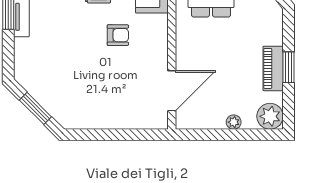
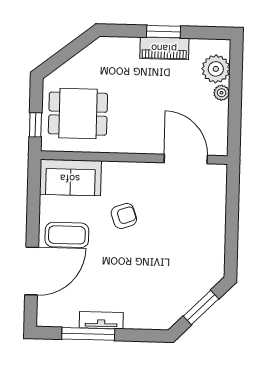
armchair: (118, 35) -> (124, 216), turned 71
plant: (270, 116) -> (216, 69), moved

